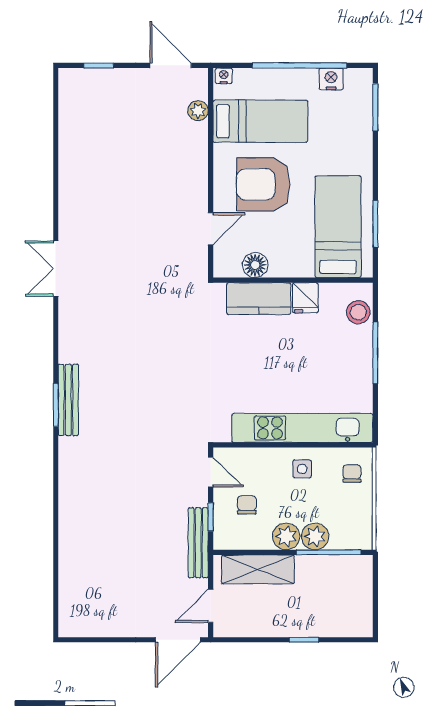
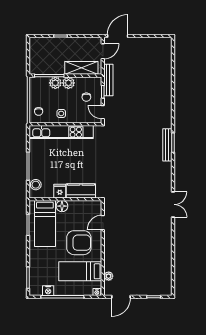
door: (171, 65) -> (121, 297), hinge flipped
floor lamp: (255, 265) -> (62, 206), moved

